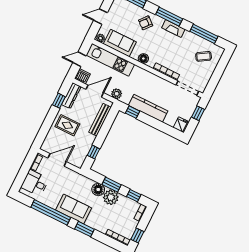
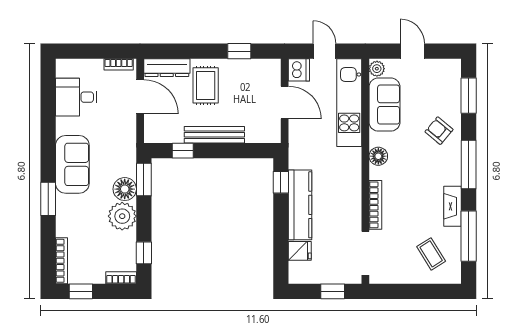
fireplace: (173, 29) -> (452, 206), moved
plant: (117, 94) -> (298, 141), removed
dresser: (71, 96) -> (167, 68), moved
bench: (100, 120) -> (214, 135), moved
fridge: (180, 124) -> (300, 251), moved
desk: (35, 183) -> (76, 97), moved, turned -90
window: (112, 185) -> (144, 179), moved
window: (51, 212) -> (48, 129), removed

